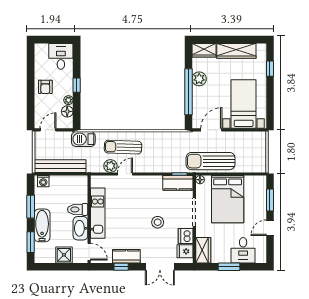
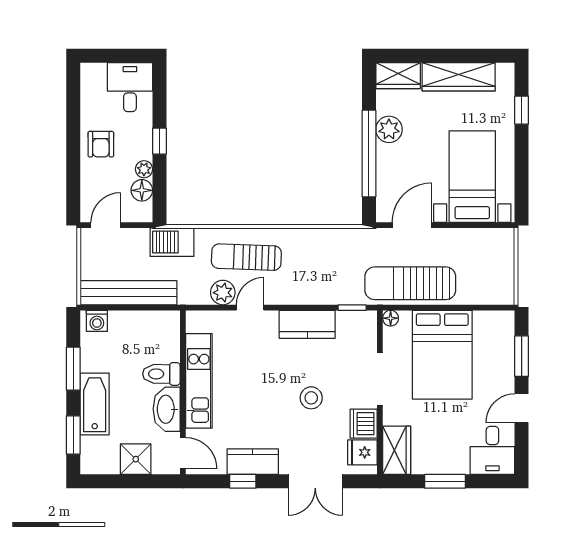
kitchen counter: (178, 183) -> (307, 324), moved
desk: (243, 250) -> (492, 450), moved

